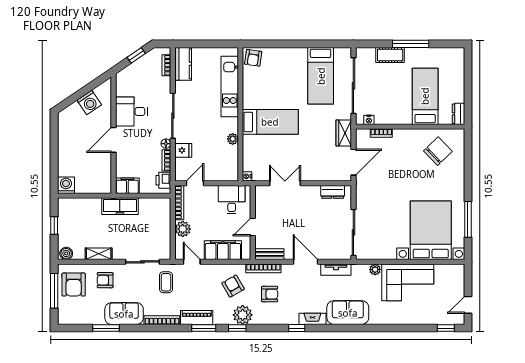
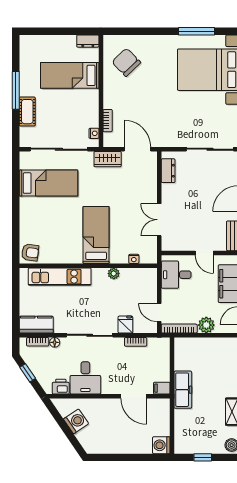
door: (113, 140) -> (134, 396), moved
floor lamp: (166, 144) -> (55, 342), moved
nightstand: (247, 176) -> (134, 259), moved
printer: (163, 180) -> (61, 387), moved, turned 180
filing cabinet: (127, 186) -> (162, 388), width x0.50

